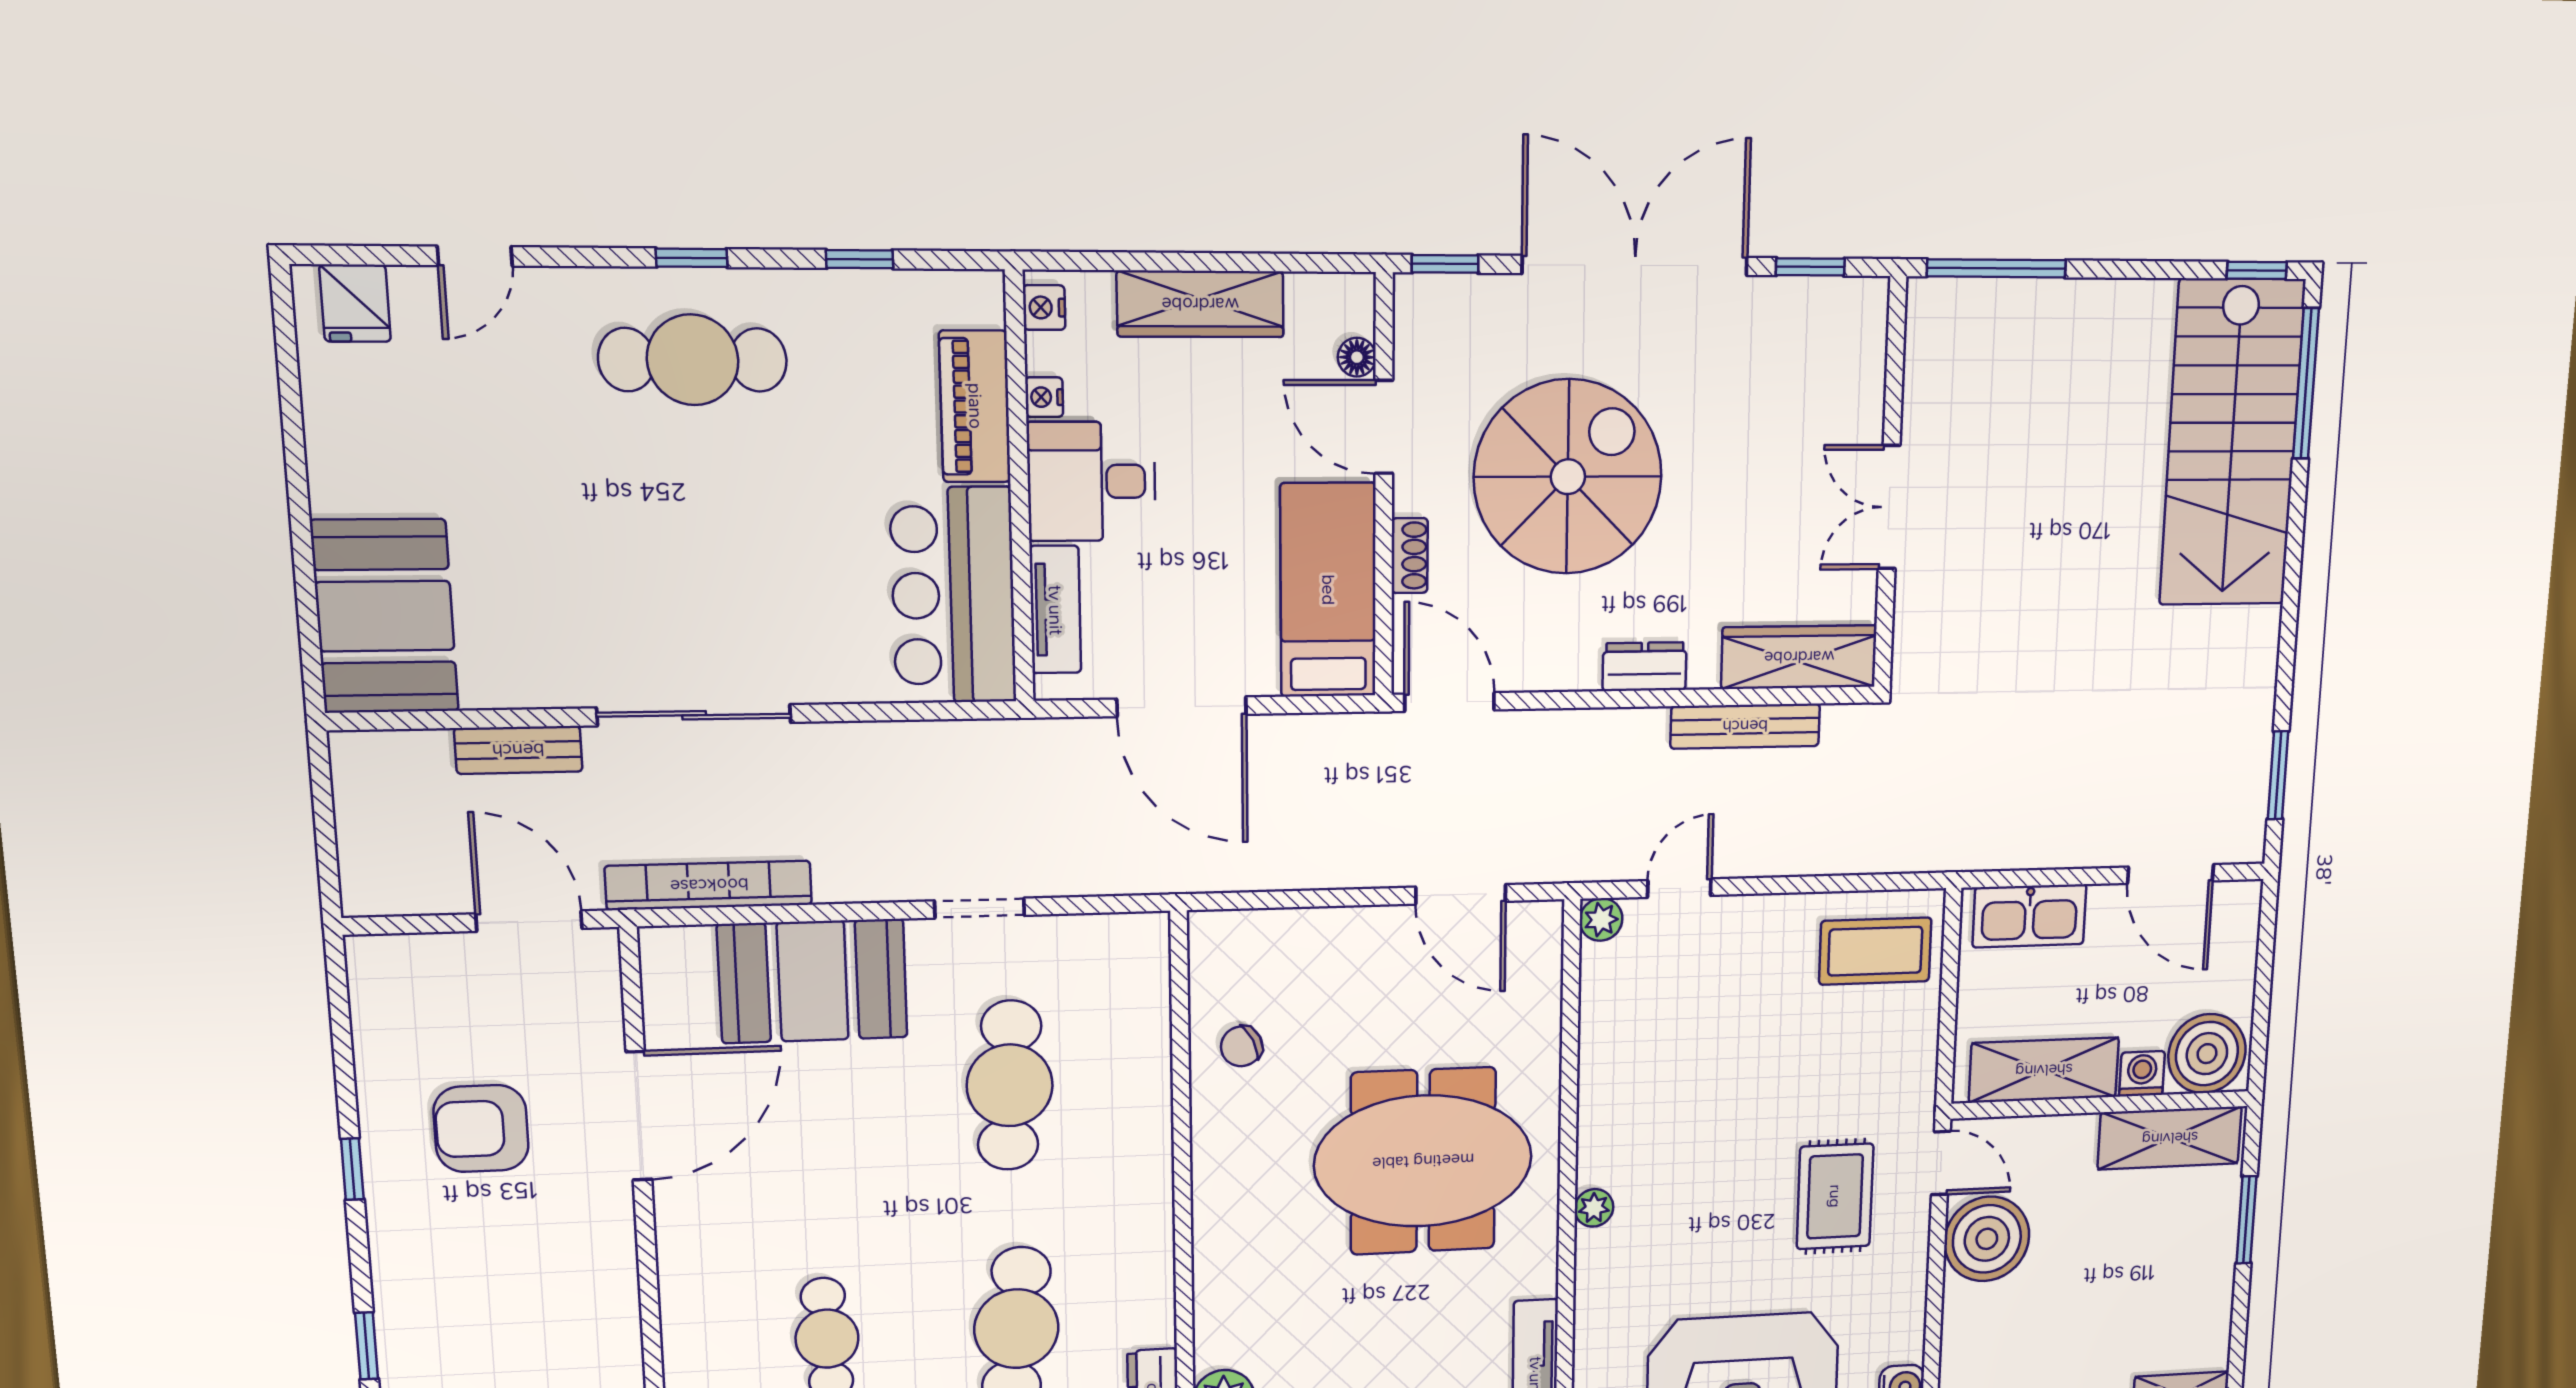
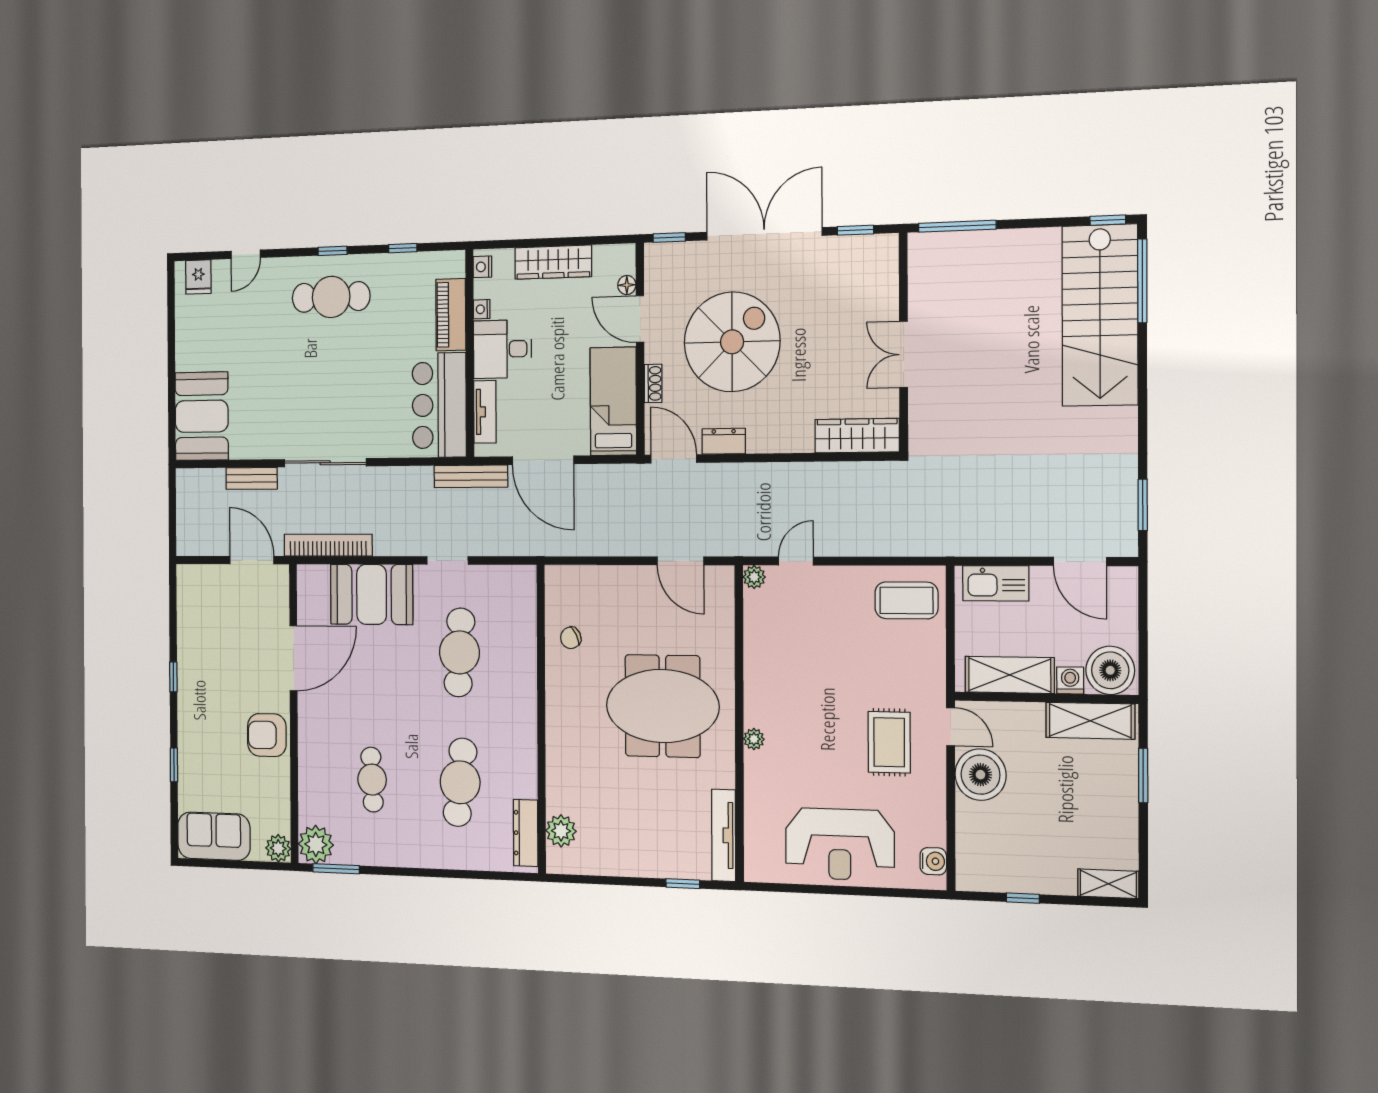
dresser: (1645, 667) -> (724, 441), moved
bench: (1745, 726) -> (471, 476), moved
armchair: (481, 1129) -> (267, 735), moved

